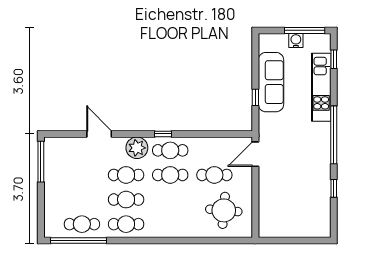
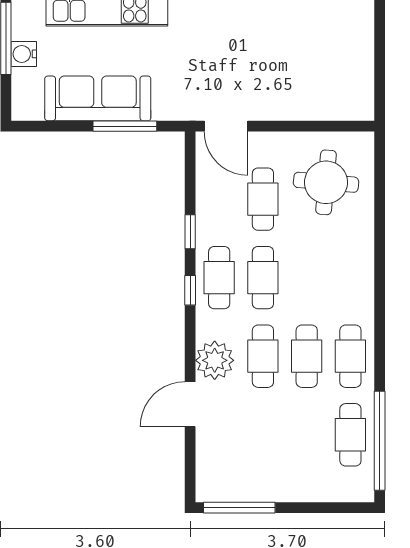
window: (255, 97) -> (125, 126), width x2.17
window: (196, 134) -> (190, 232), added
plant: (137, 148) -> (215, 360), moved

